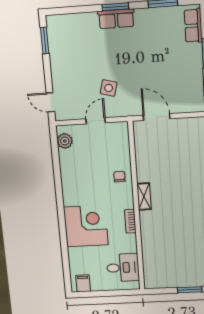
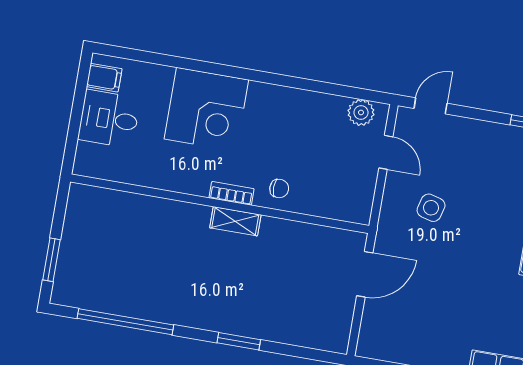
door: (96, 121) -> (386, 152), moved
bookcase: (130, 221) -> (232, 193), moved
desk: (123, 268) -> (109, 119), moved, turned 90

